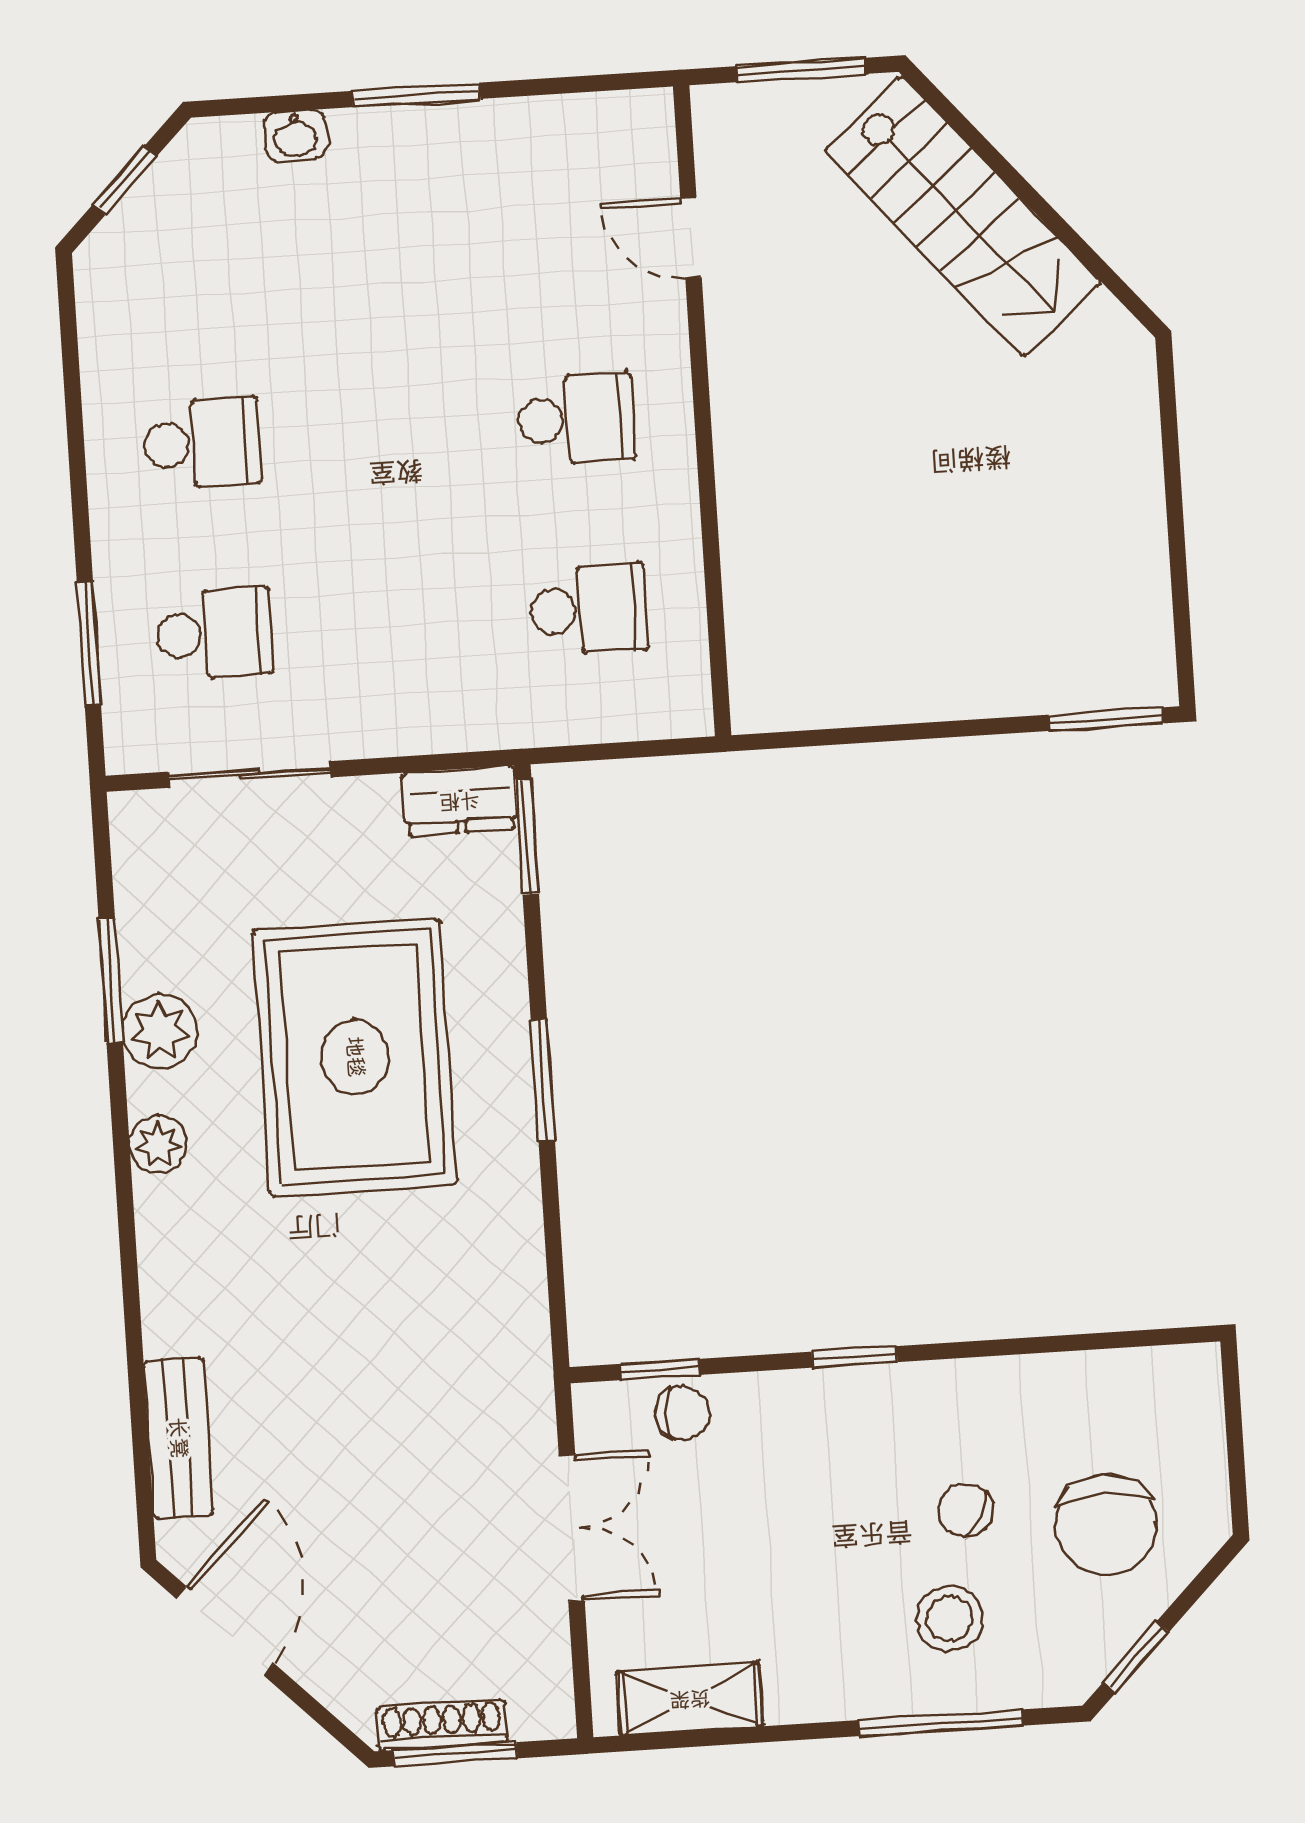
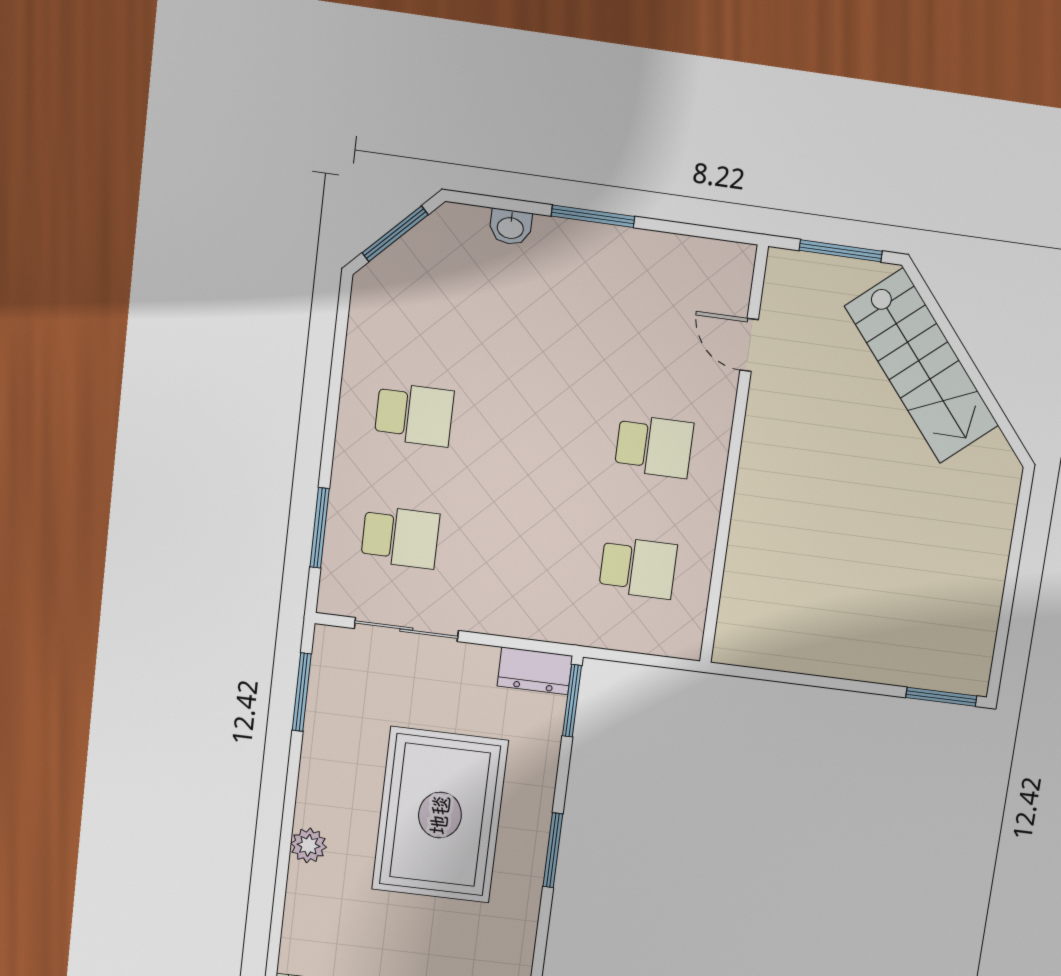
window: (125, 181) -> (395, 234), width x1.50
window: (111, 981) -> (302, 692), moved
plant: (159, 1031) -> (322, 777), removed

